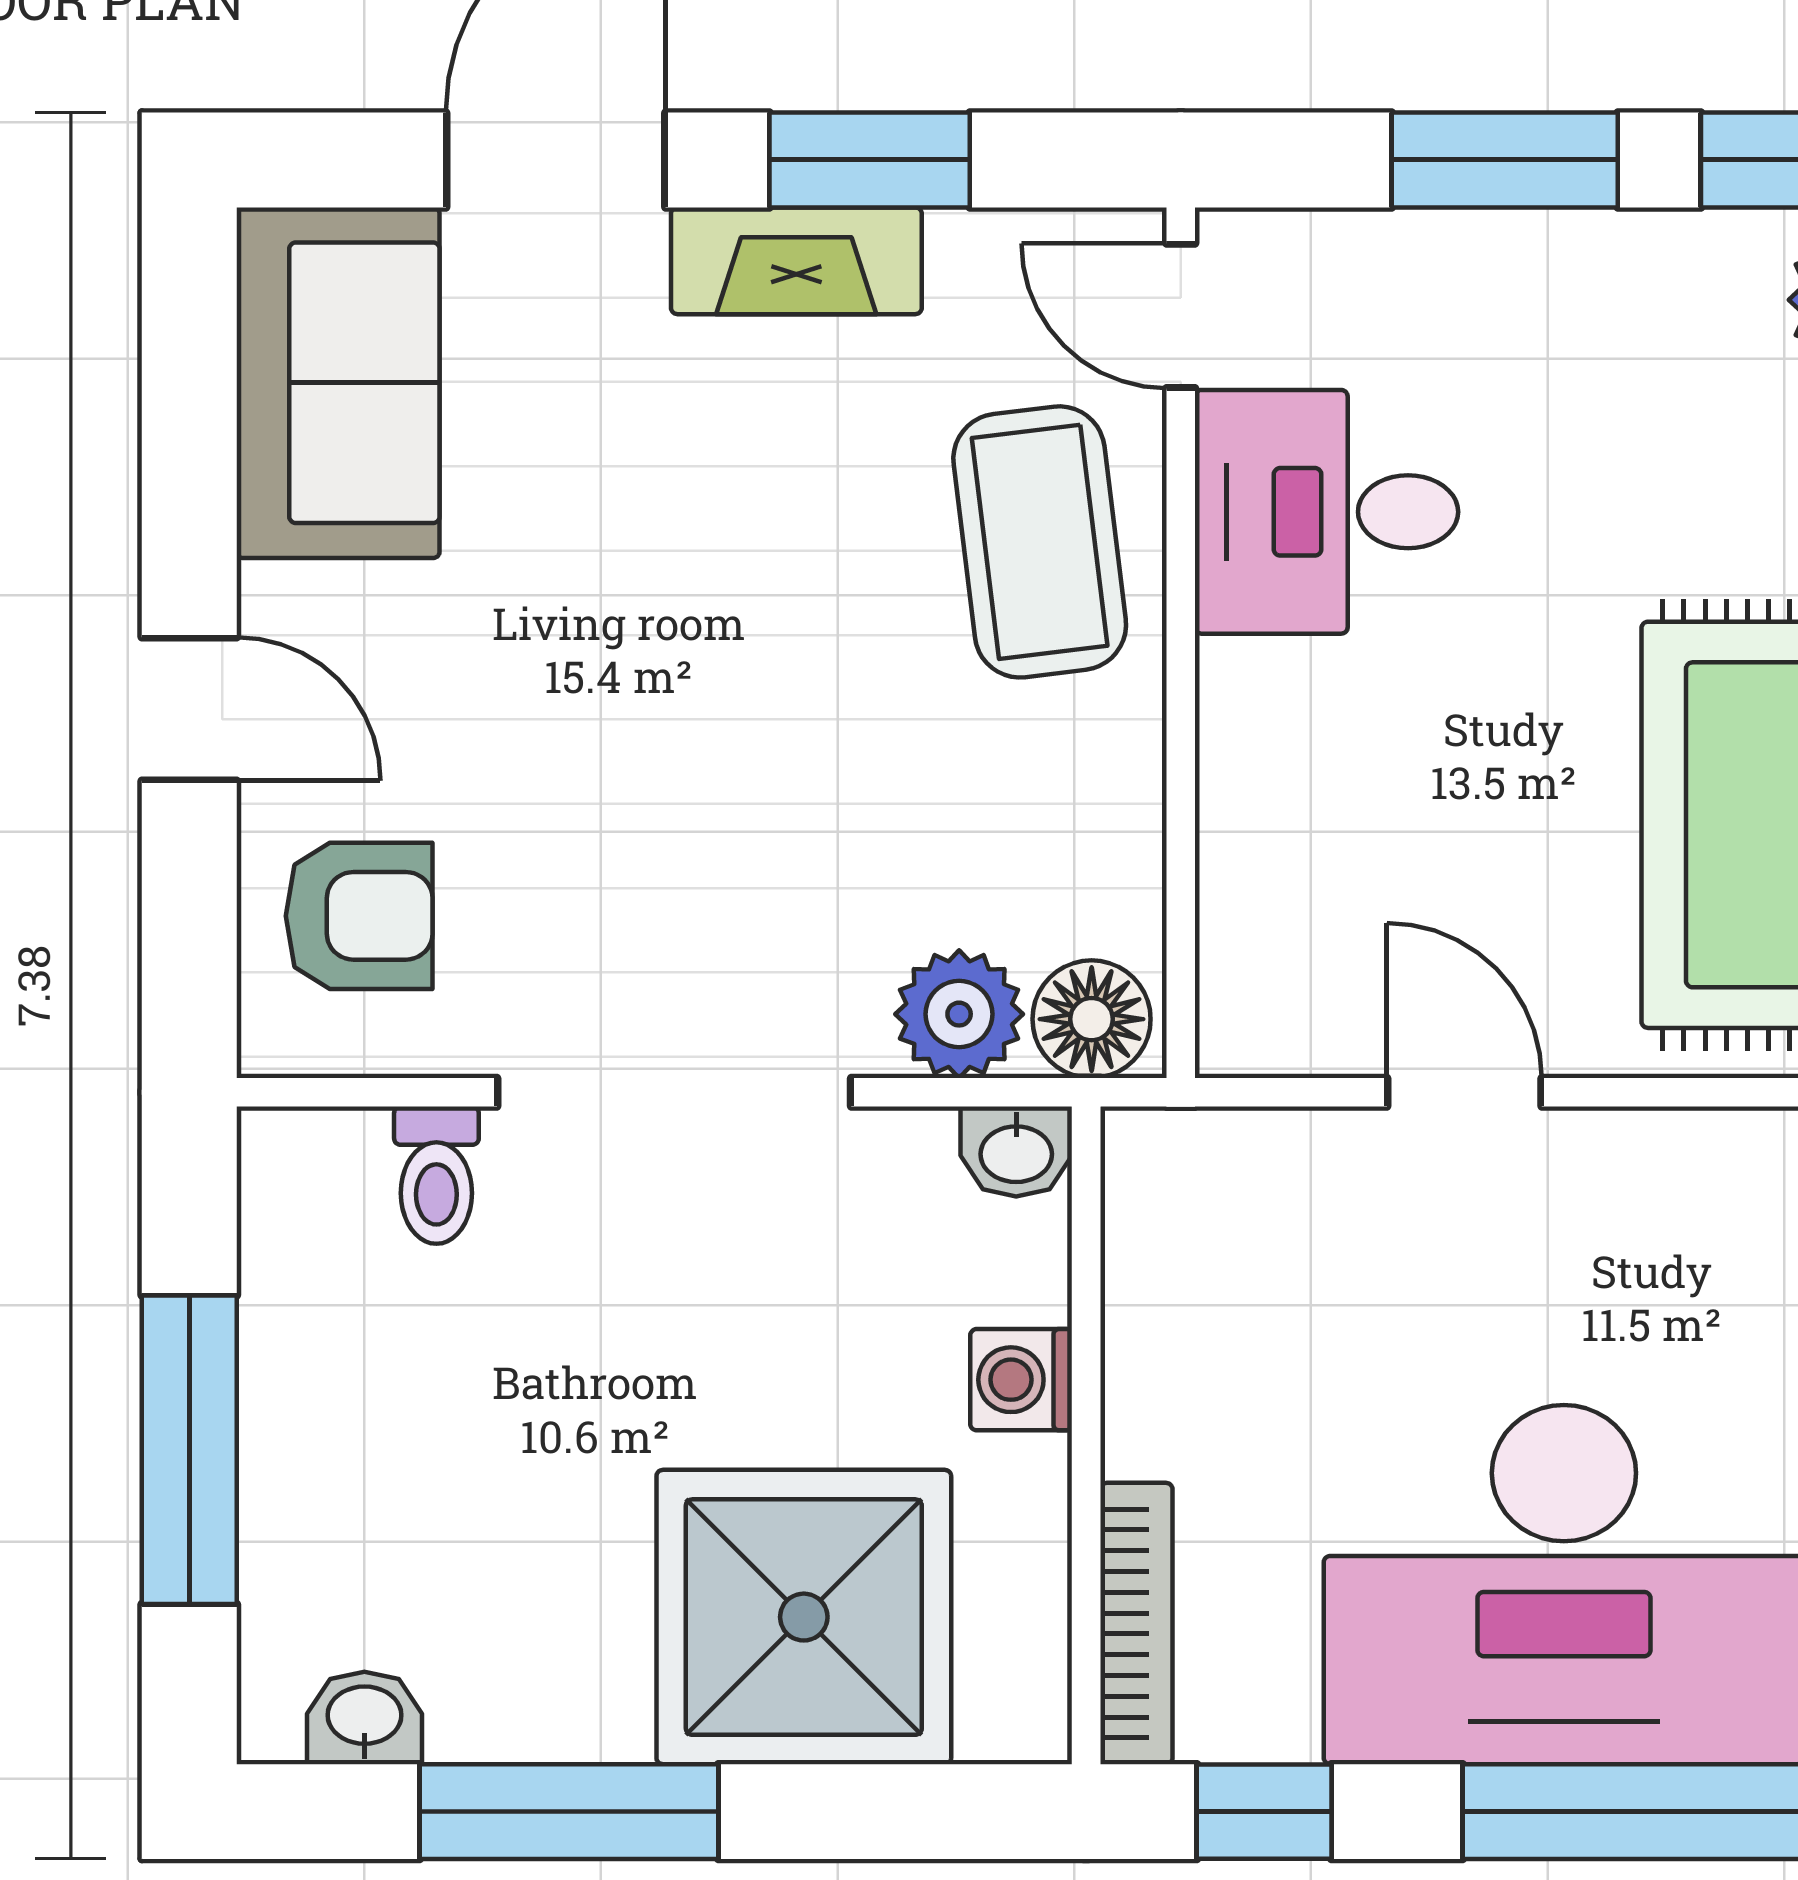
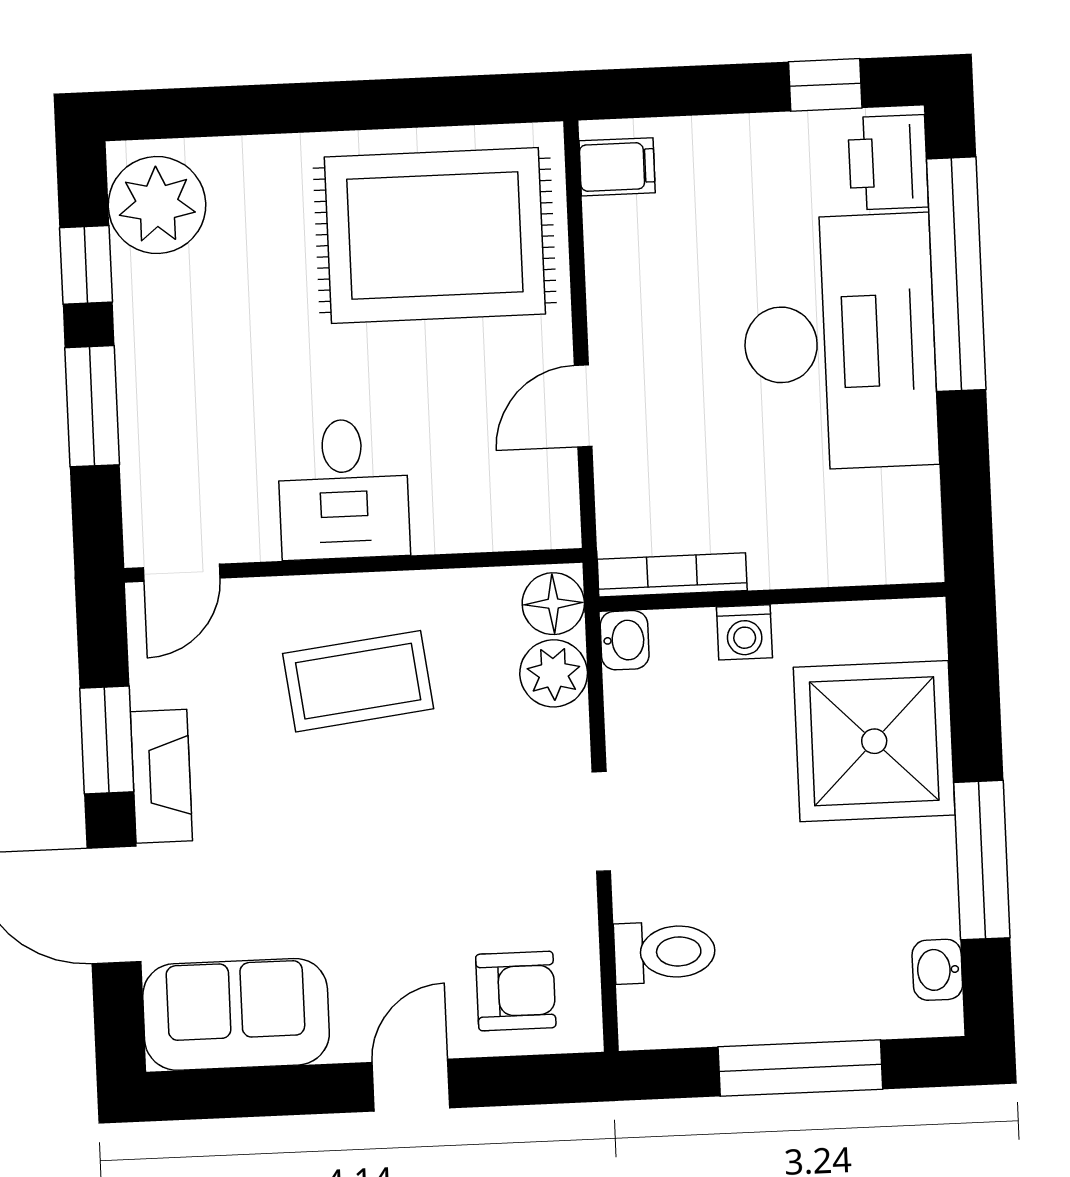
desk: (1326, 512) -> (343, 489), moved
coffee table: (1040, 542) -> (358, 681), moved
armchair: (359, 916) -> (516, 991), turned 90
doorway: (674, 1092) -> (601, 821), width x0.53
toilet: (436, 1175) -> (665, 952), width x1.37, depth x1.39
bookcase: (1136, 1624) -> (672, 575), moved
window: (1264, 1812) -> (966, 495), removed

